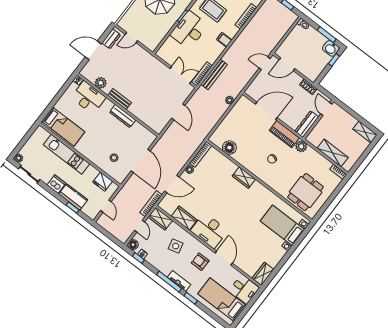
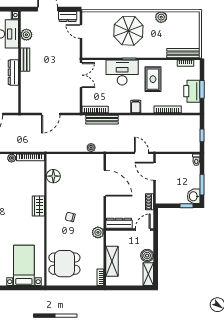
double door: (181, 75) -> (81, 75), moved
boiler: (349, 121) -> (147, 256), added
piano: (284, 134) -> (97, 212), removed

